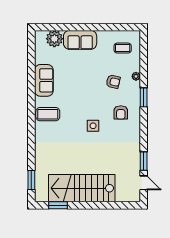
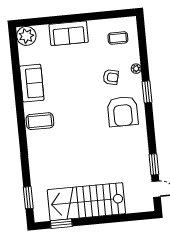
plant: (54, 39) -> (26, 36), moved
armchair: (121, 112) -> (123, 111), width x1.88, depth x1.88
side table: (93, 126) -> (93, 129), removed

